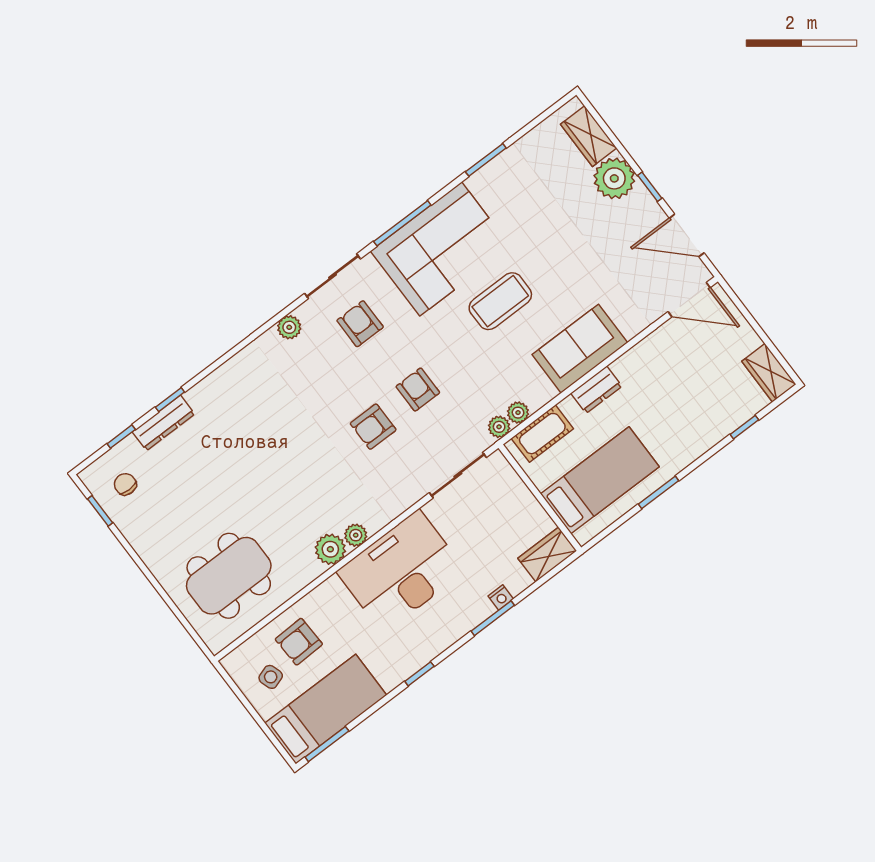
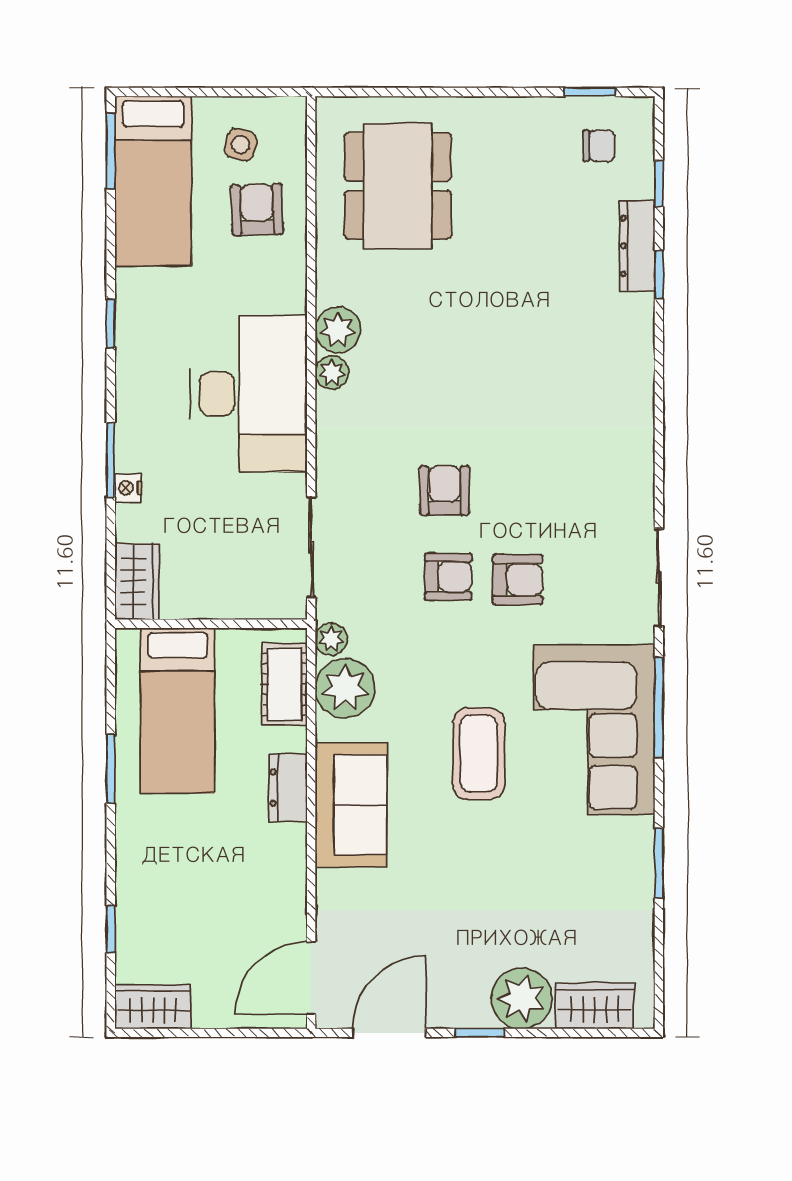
armchair: (360, 324) -> (518, 580), moved
plant: (289, 327) -> (637, 480), removed
plant: (518, 413) -> (345, 688), width x1.87, depth x1.87
side table: (271, 677) -> (241, 145), turned 34

